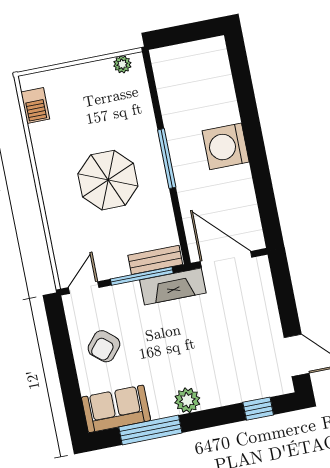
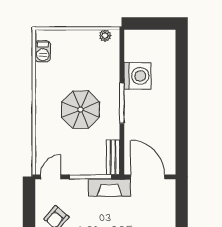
washing machine: (226, 146) -> (138, 76), moved, turned 180
bench: (155, 260) -> (113, 157), moved, turned 90

